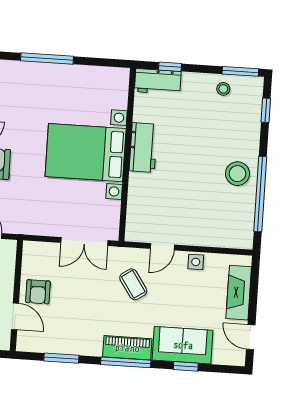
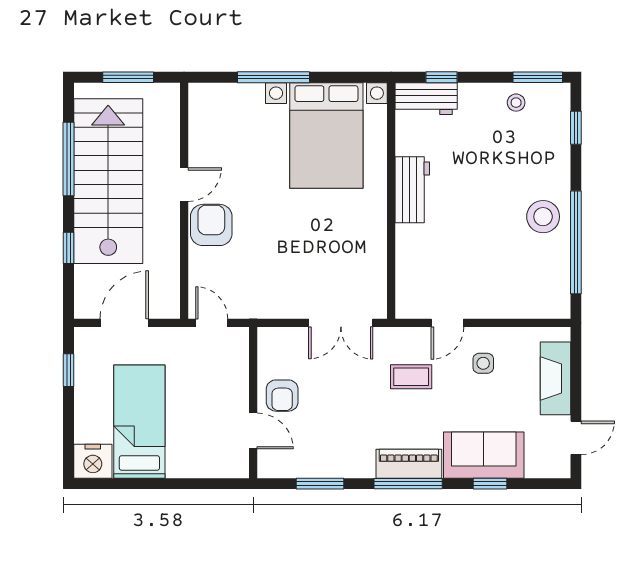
bed with nightstands: (86, 153) -> (326, 135), moved, turned -90
side table: (196, 262) -> (483, 363), moved
coffee table: (133, 284) -> (411, 377), turned -56
door: (251, 337) -> (576, 438), swing flipped

